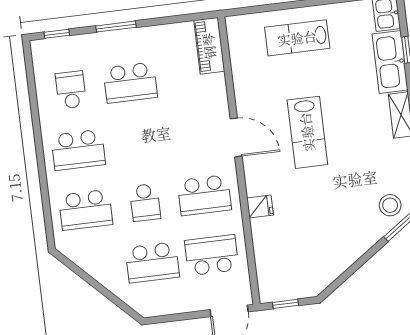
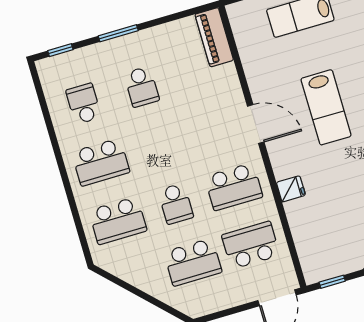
school desk: (130, 83) -> (142, 87), width x0.54

